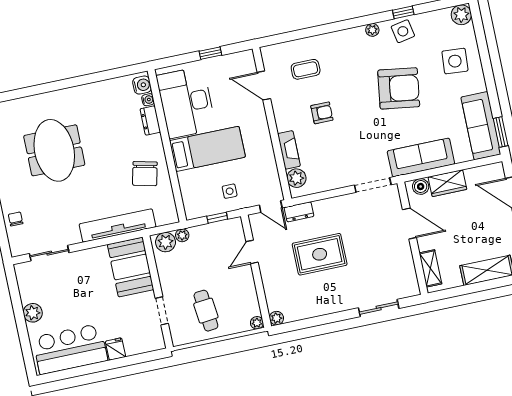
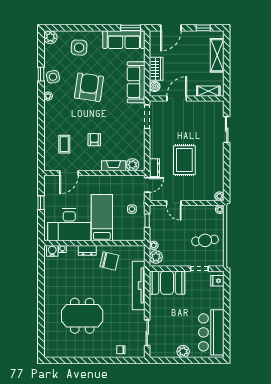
dresser: (150, 120) -> (87, 250), moved
fridge: (116, 349) -> (217, 281), moved

